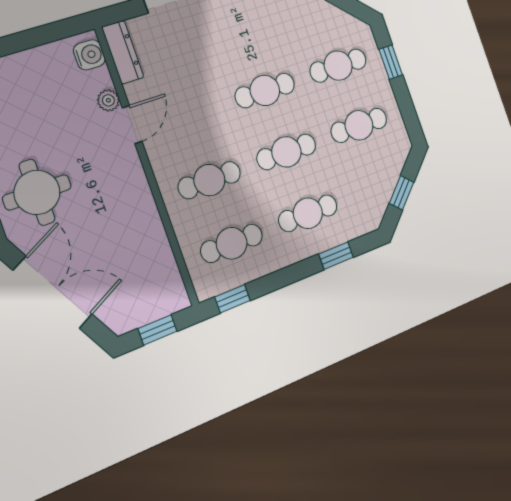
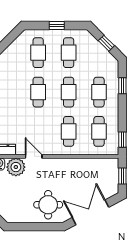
window: (391, 62) -> (57, 25), moved
plant: (108, 100) -> (16, 167), width x1.88, depth x1.88

